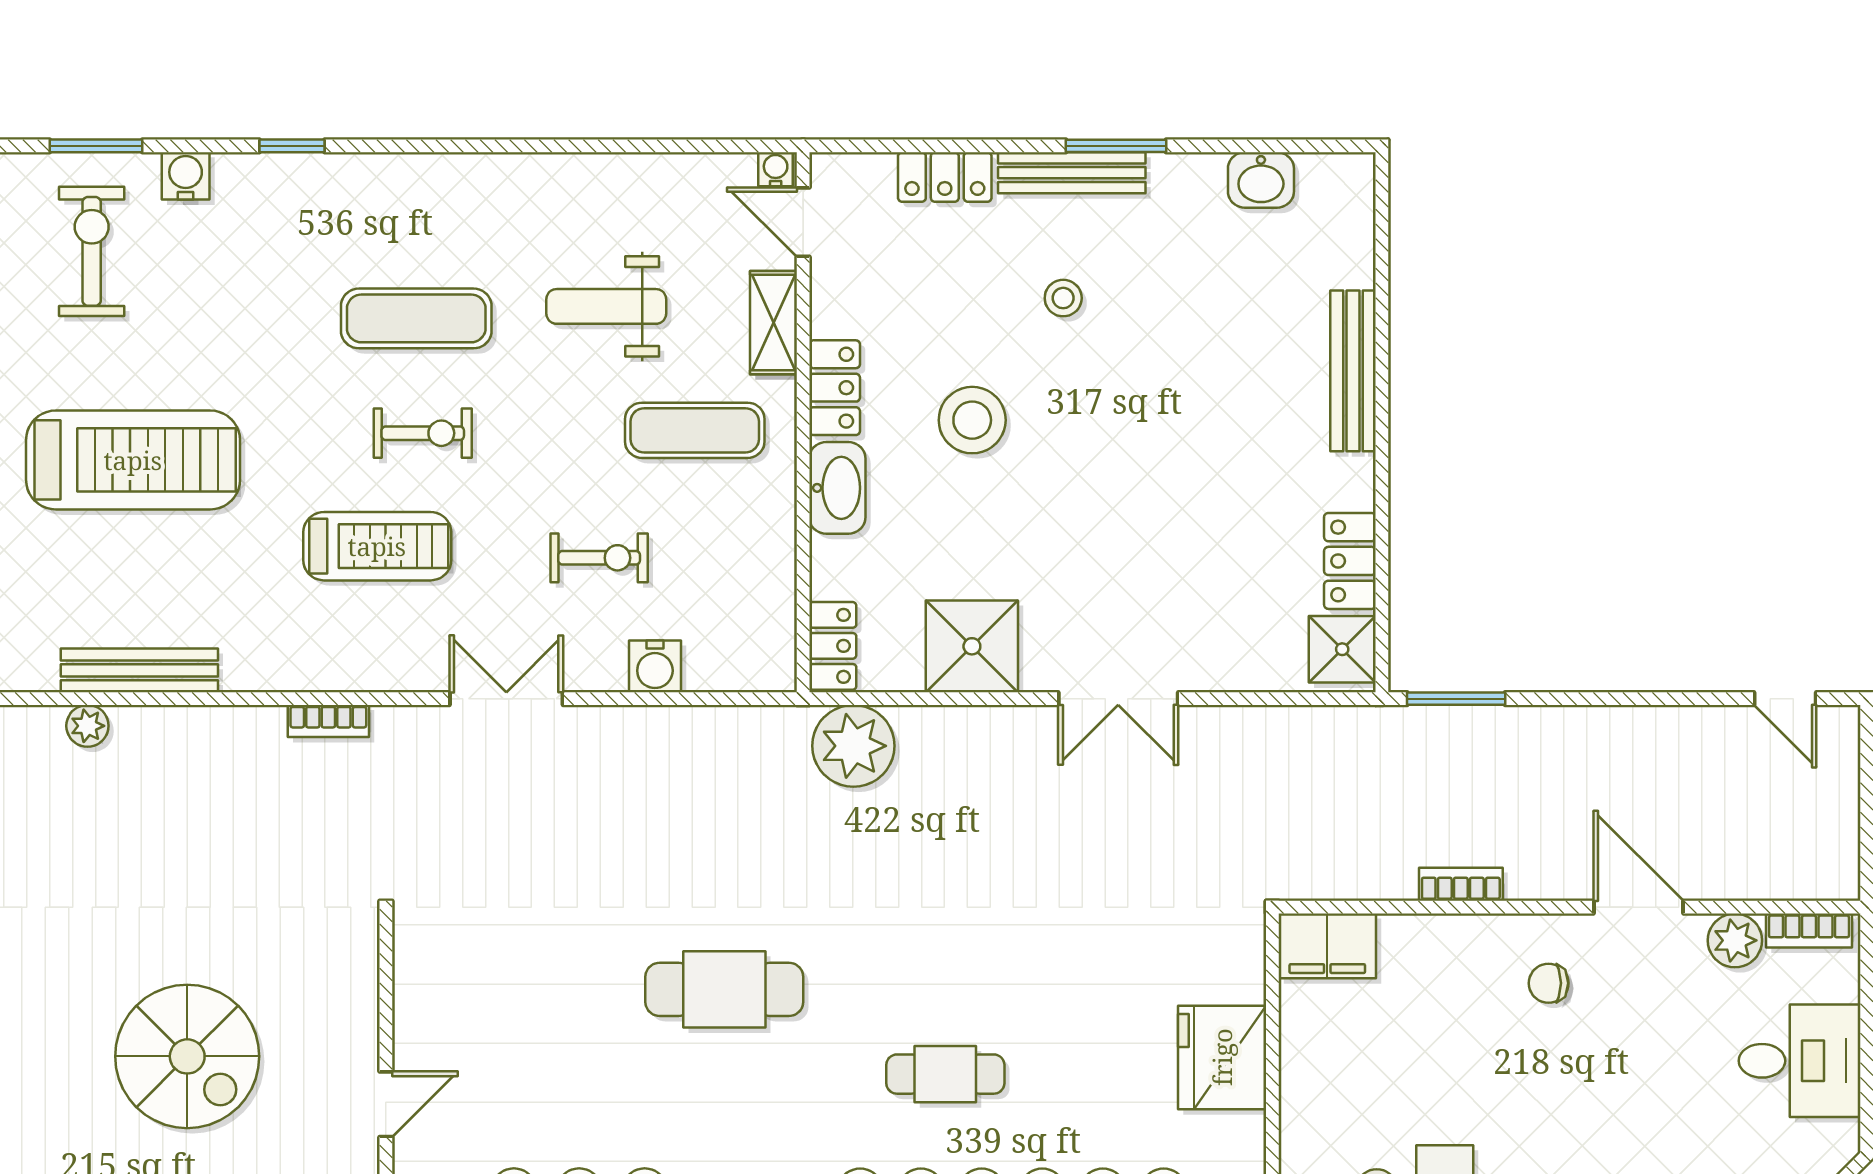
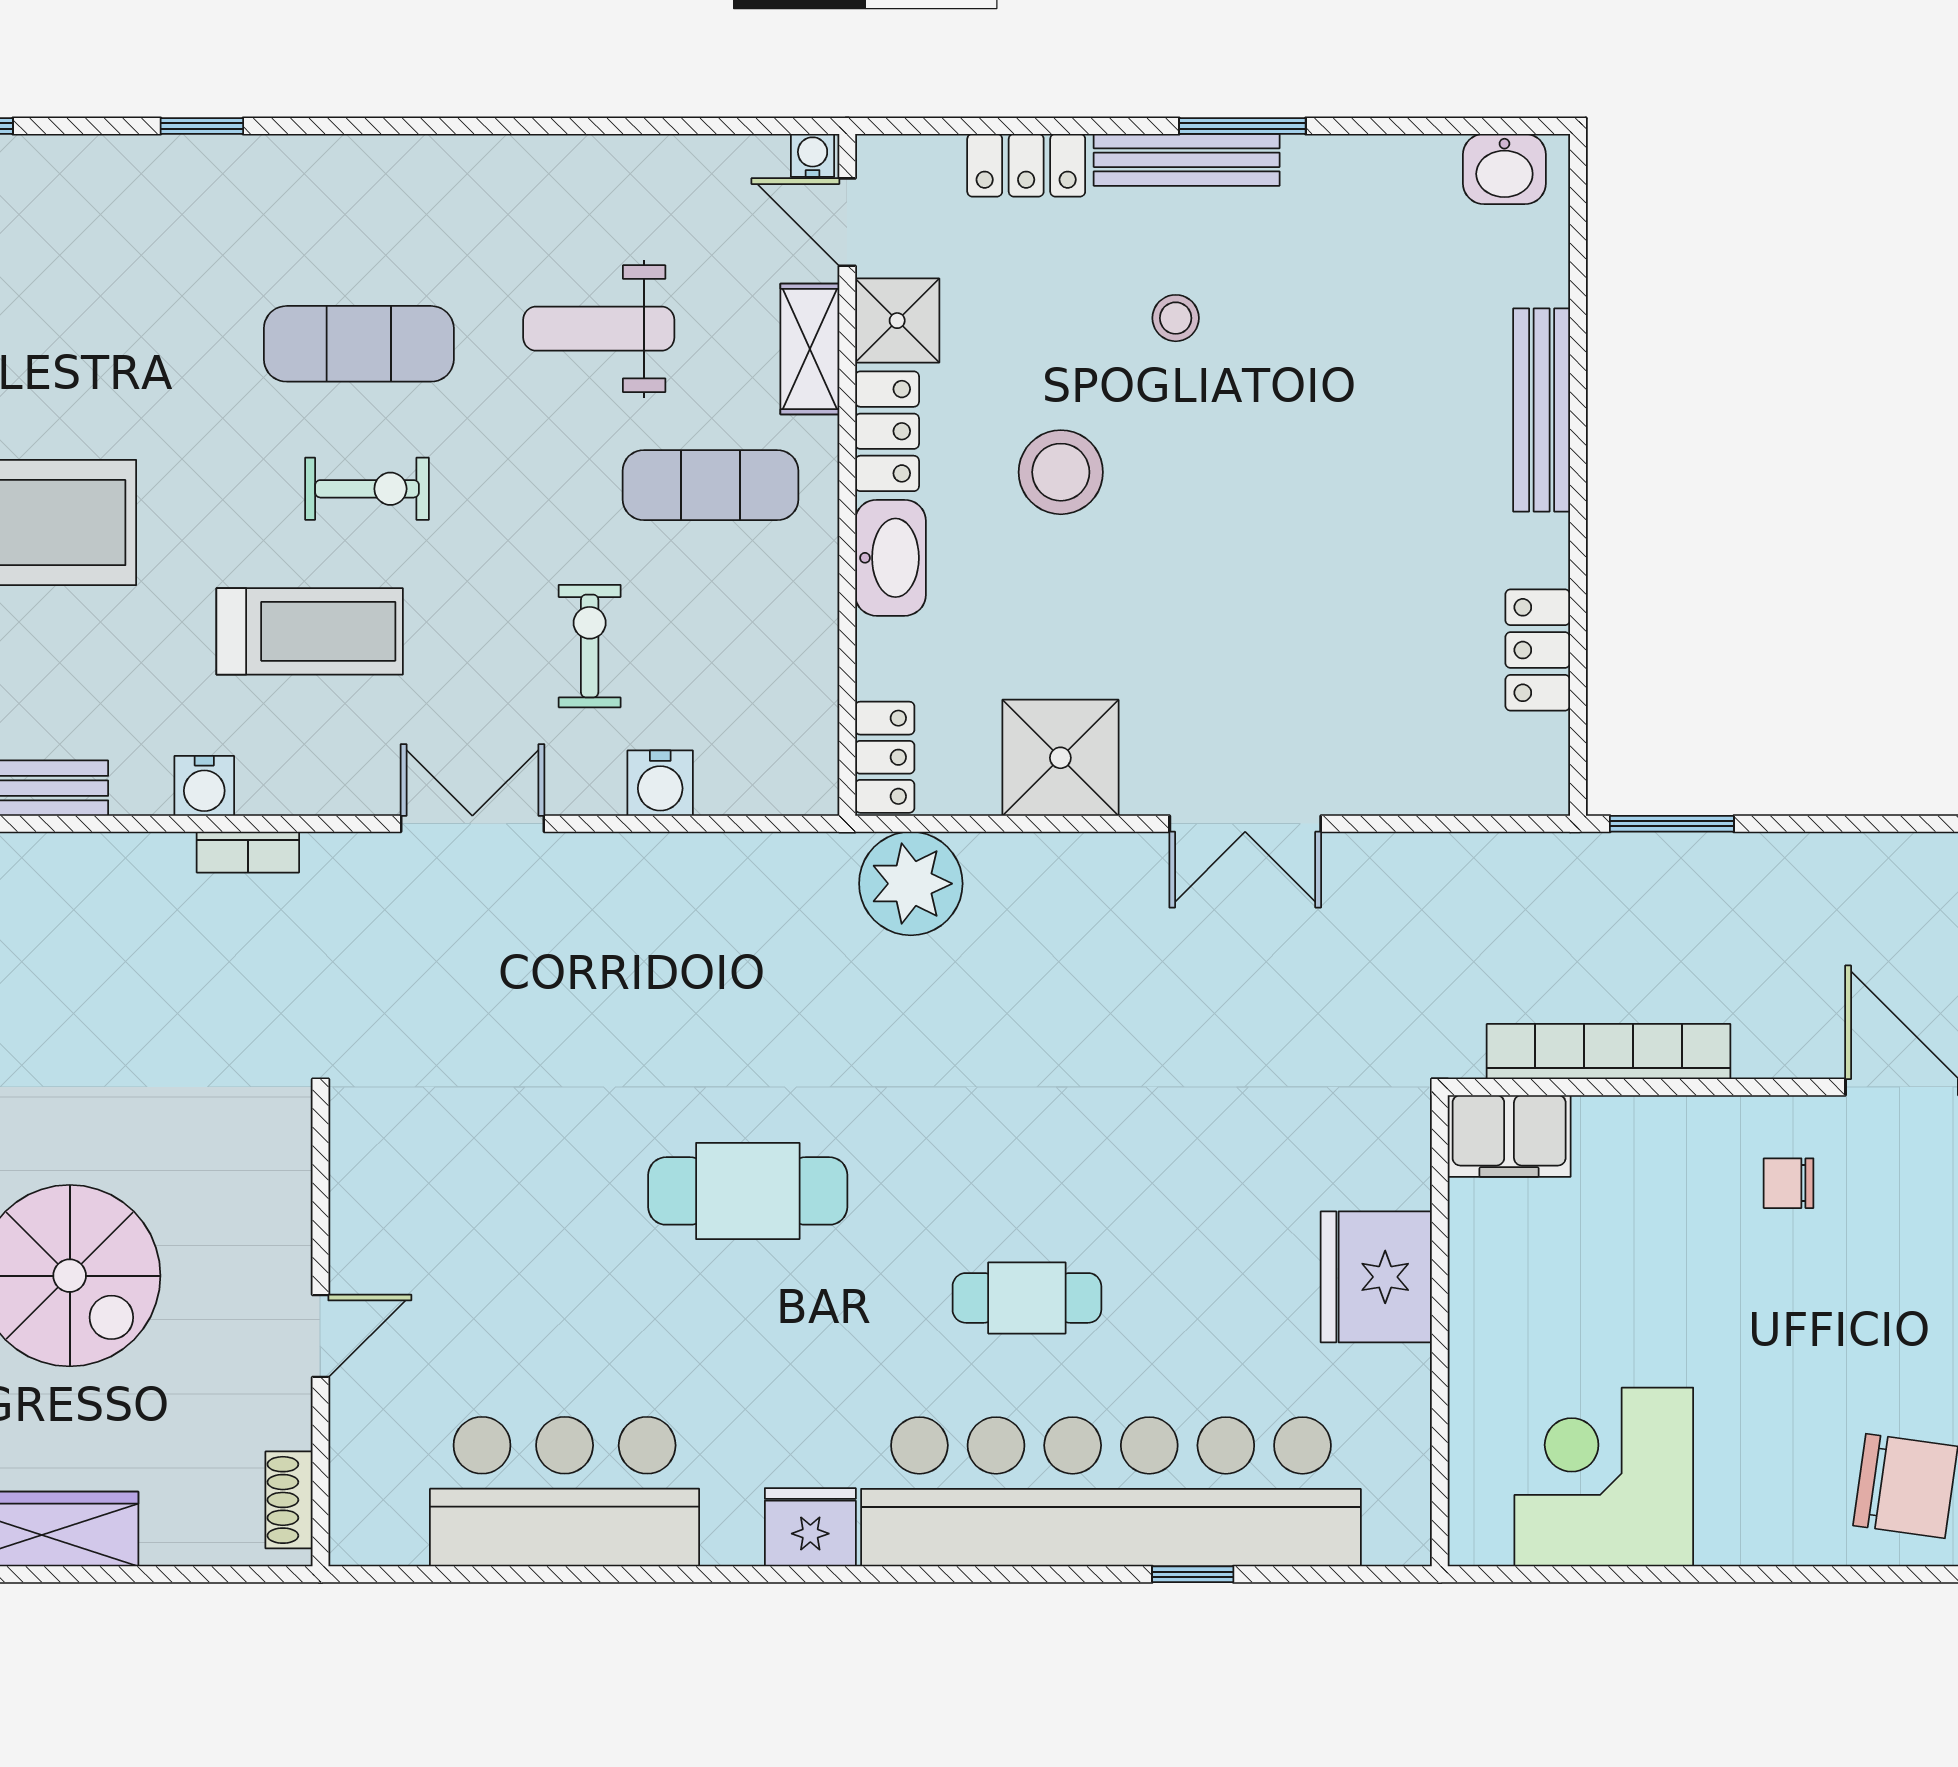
water cooler: (186, 176) -> (204, 786), moved, turned 180
washbasin: (1261, 180) -> (1504, 169), moved
exercise bike: (599, 558) -> (590, 646), turned -90
shower: (1342, 649) -> (897, 321), moved
bookcase: (1461, 884) -> (1609, 1052), width x2.31, depth x1.31

